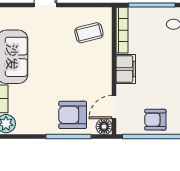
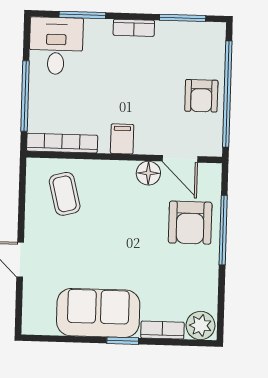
filing cabinet: (126, 69) -> (122, 139), width x0.50
floor lamp: (104, 127) -> (148, 173), moved

